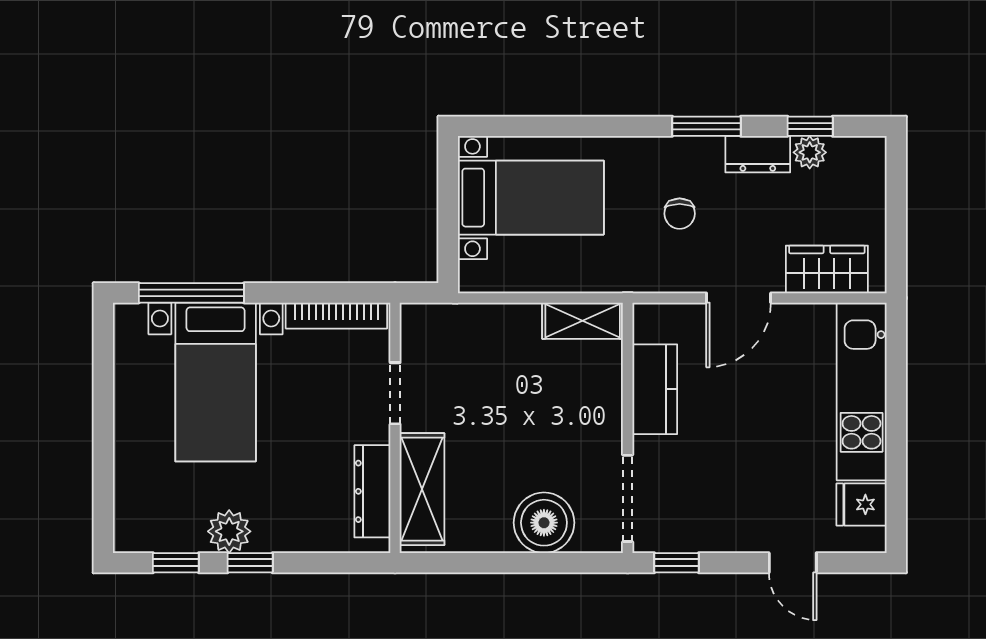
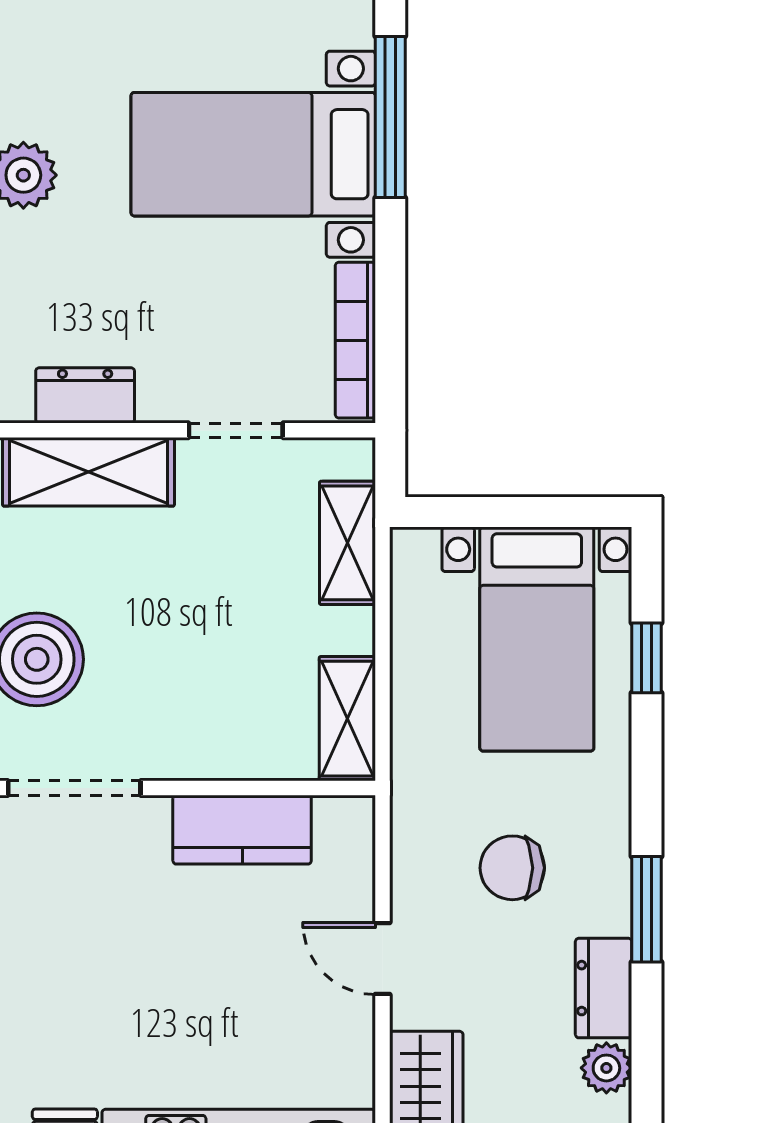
window: (810, 126) -> (647, 658), moved
chair: (680, 214) -> (512, 868), width x1.37, depth x1.37
door: (739, 298) -> (382, 959), width x0.73
shelving: (468, 321) -> (348, 543), added
dresser: (372, 491) -> (85, 395), width x0.70

